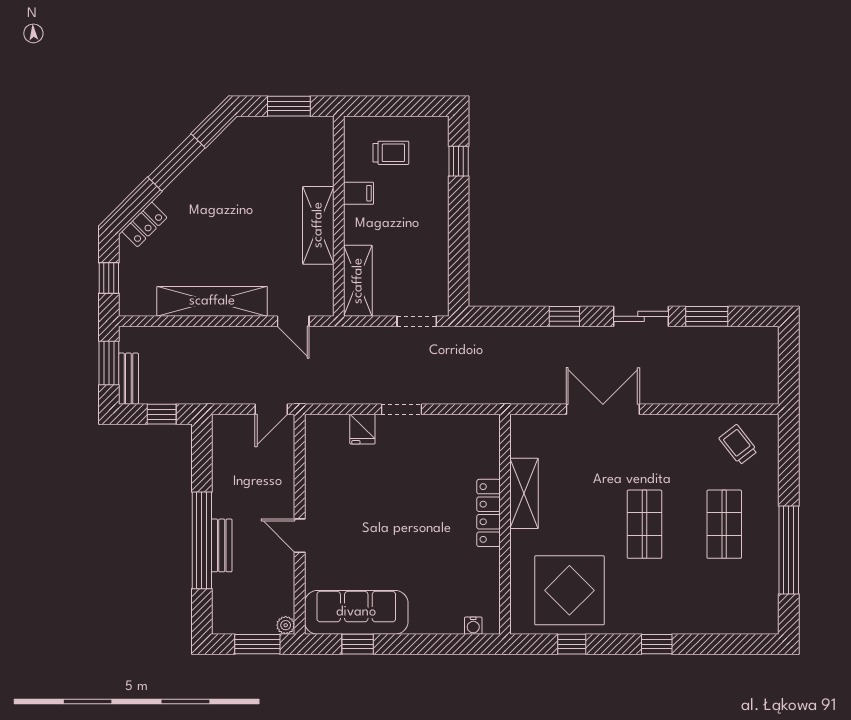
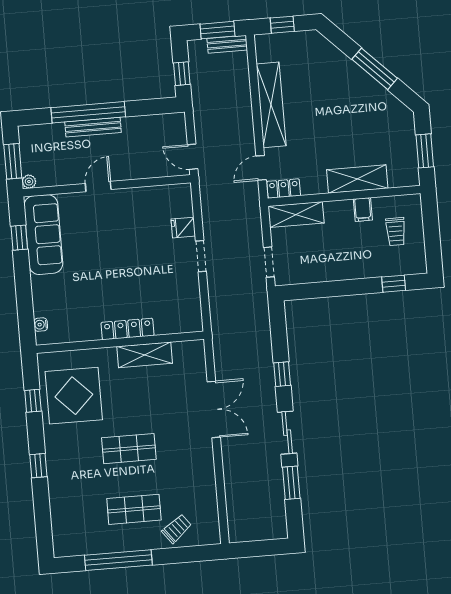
locker: (144, 224) -> (284, 189), moved, turned 135
shelving: (318, 225) -> (357, 179), moved
bench: (128, 379) -> (227, 44), moved
trolley: (738, 445) -> (177, 529), moved
bench: (222, 545) -> (93, 127), width x1.36

